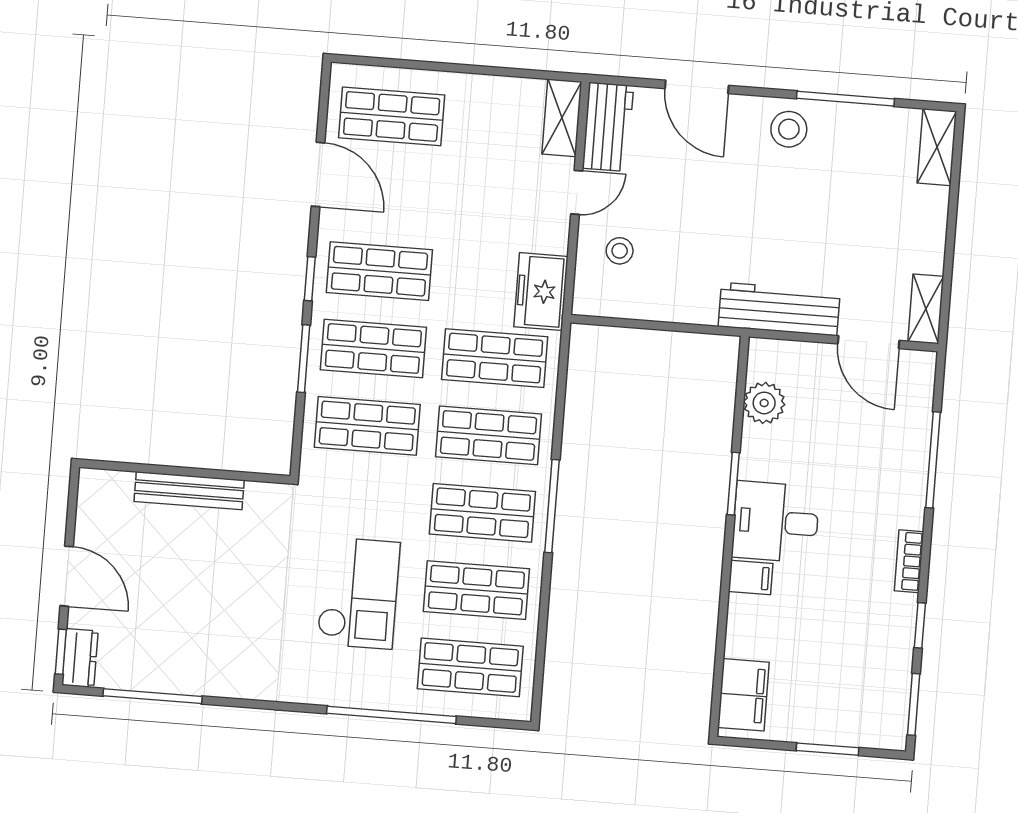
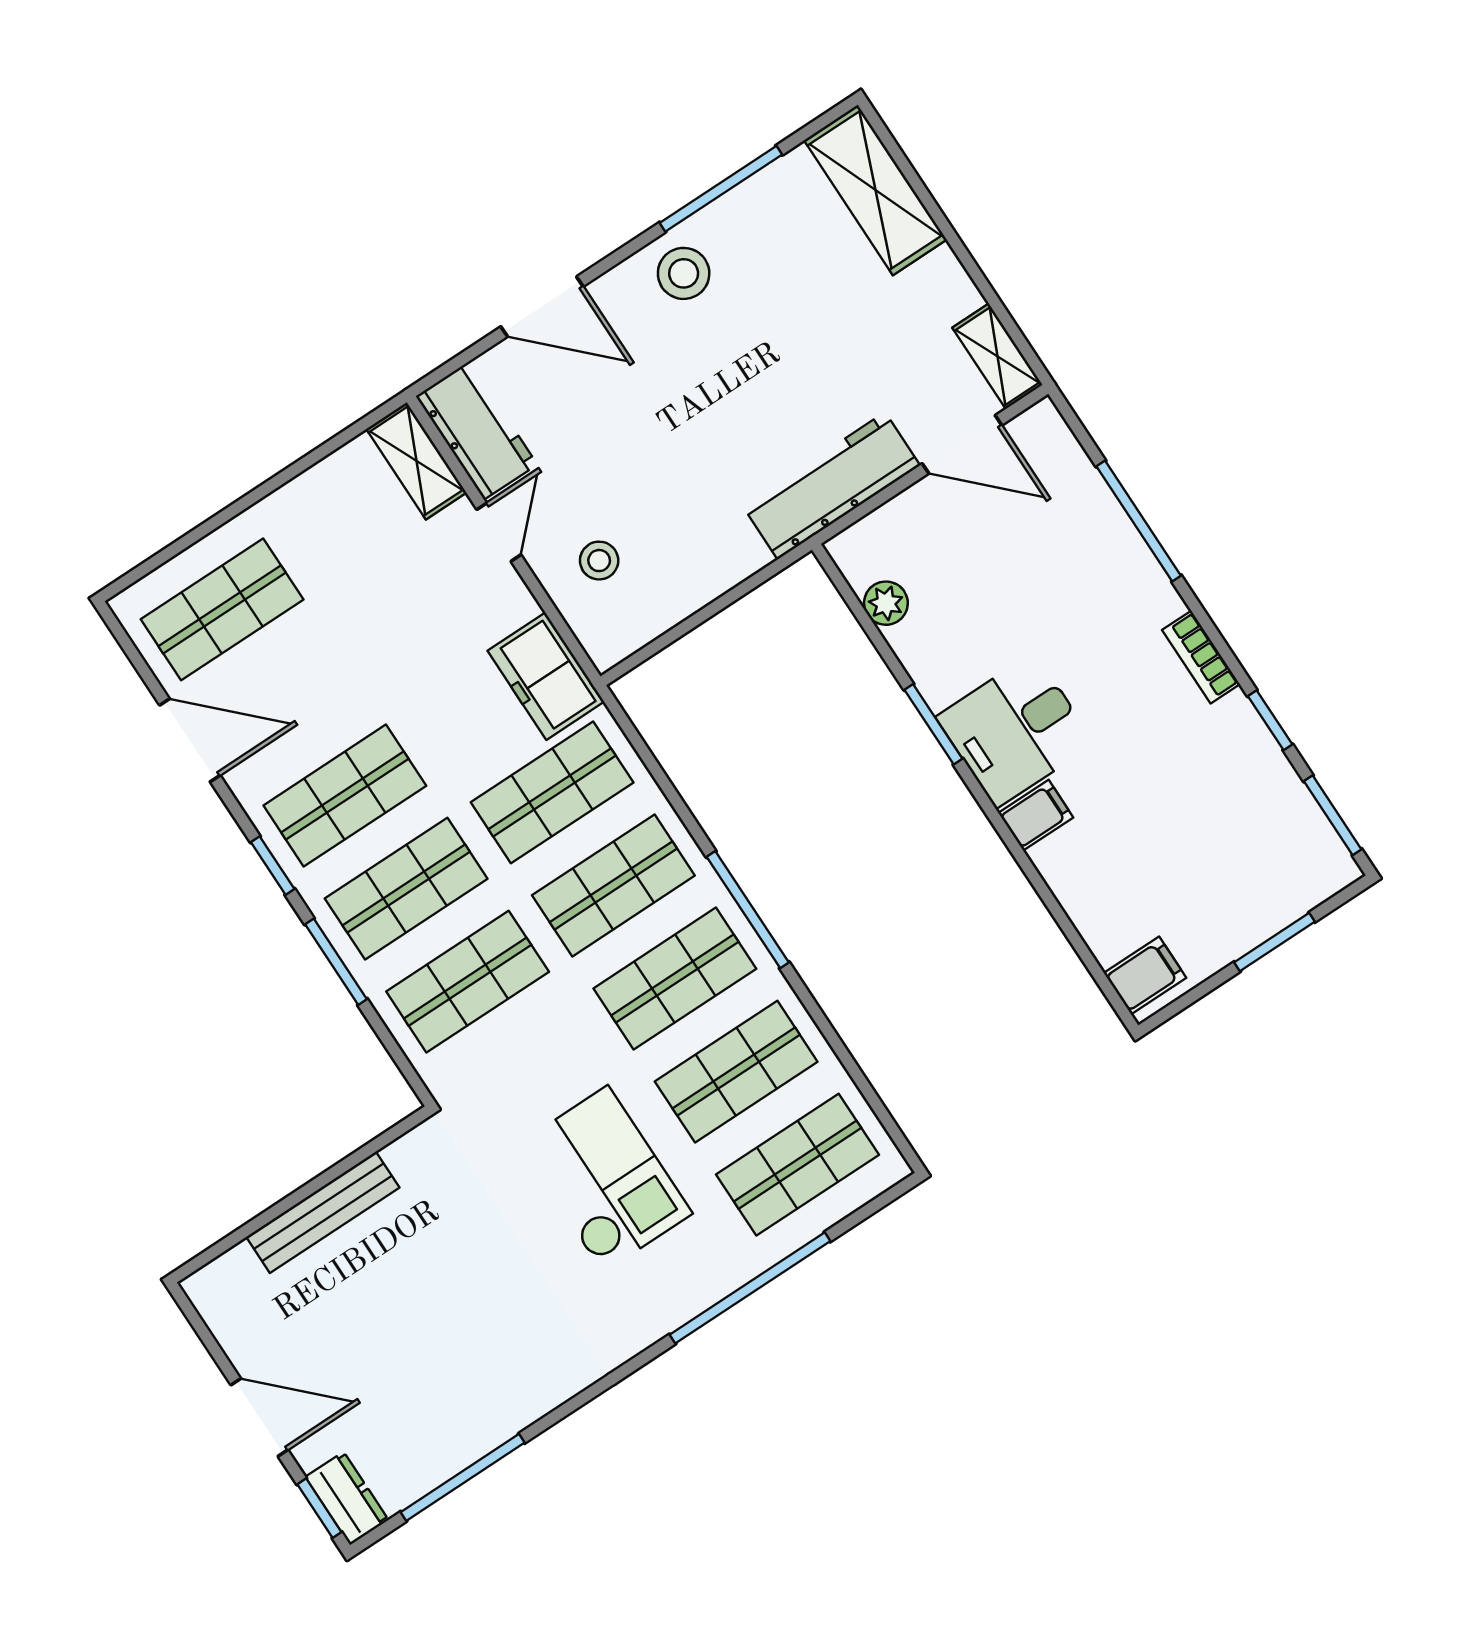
shelving: (937, 147) -> (875, 190), width x1.50, depth x1.33
plant: (764, 403) -> (886, 603), width x0.73, depth x0.73
filing cabinet: (743, 695) -> (1145, 975), width x0.50

